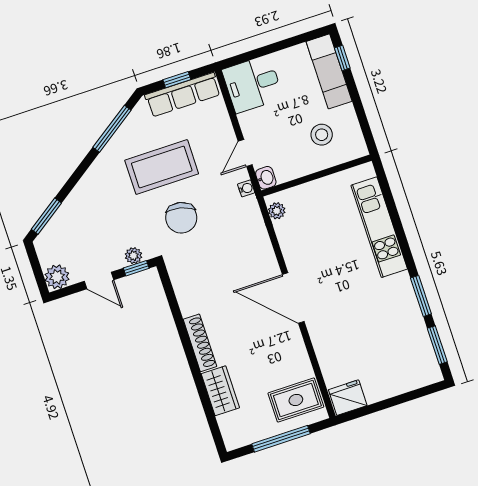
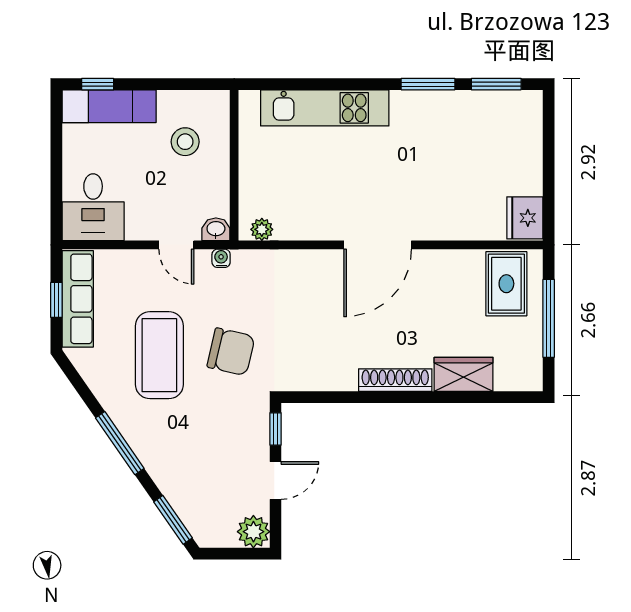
window: (112, 129) -> (120, 443), moved
plant: (133, 256) -> (259, 427), removed

